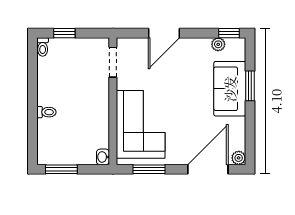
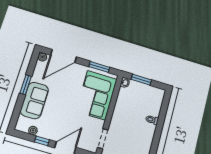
window: (229, 33) -> (42, 141), moved
window: (250, 86) -> (26, 85), moved
window: (61, 169) -> (141, 80), moved

